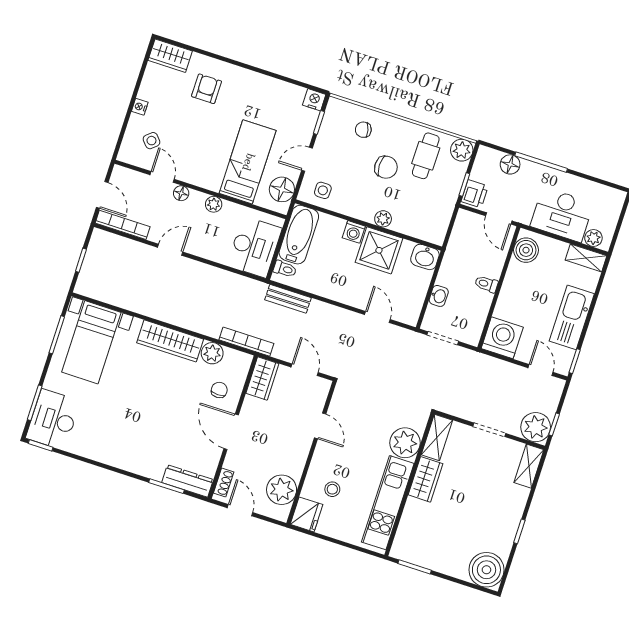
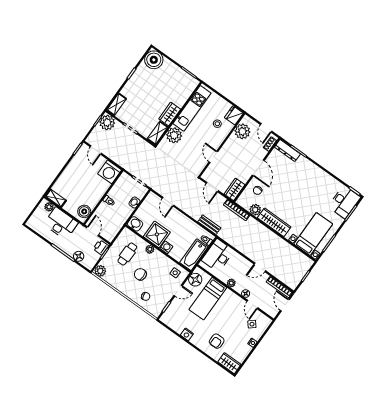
nightstand: (314, 100) -> (187, 334), moved
cafe table: (426, 156) -> (127, 254), moved
kitchen sink: (572, 317) -> (72, 171), removed

